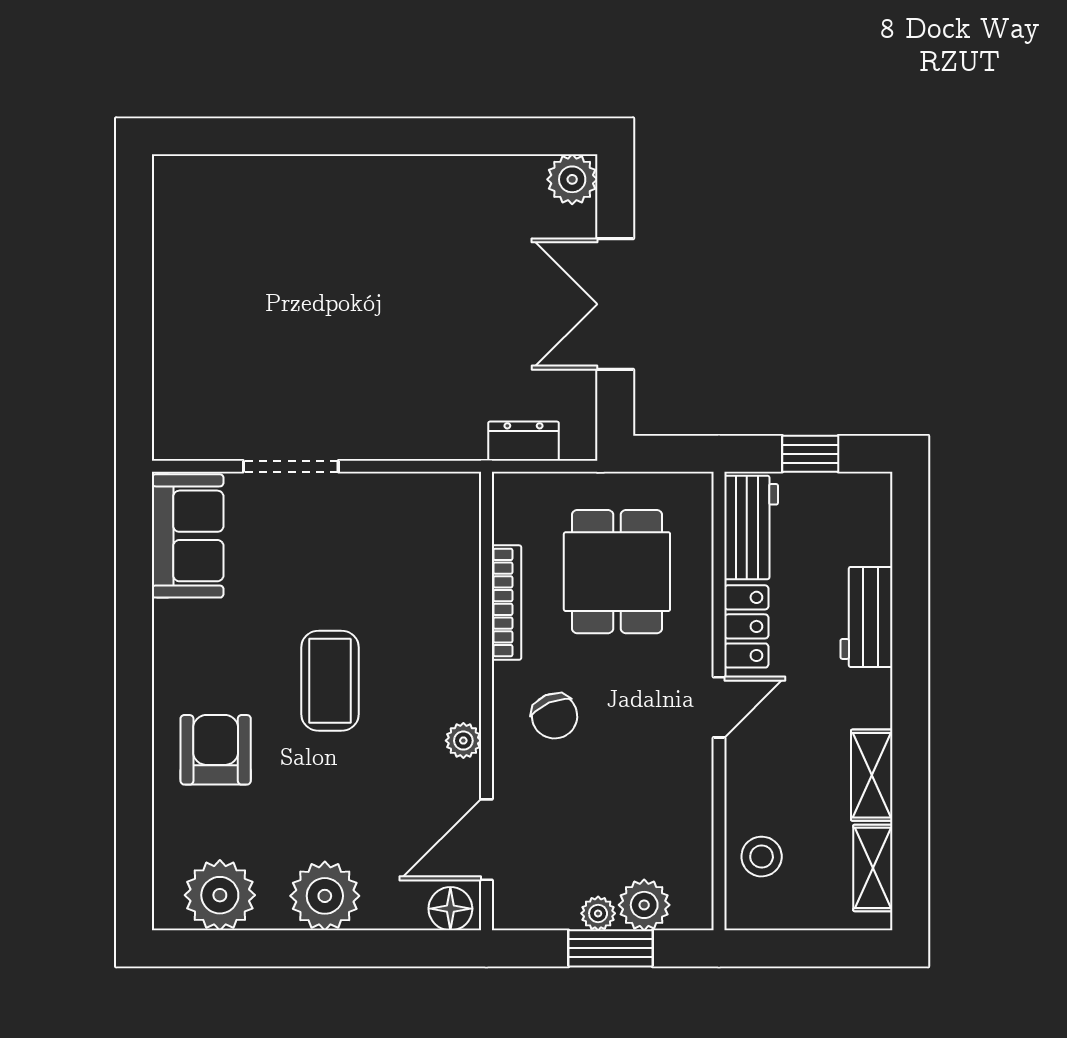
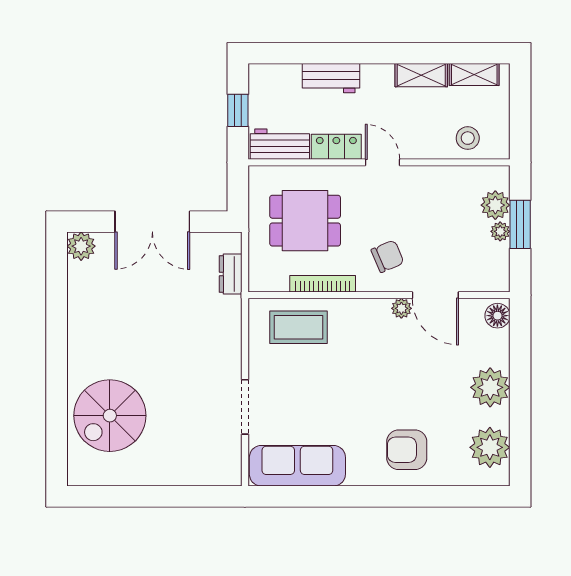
spiral stairs: (275, 230) -> (110, 416), added
sofa: (188, 536) -> (297, 466), width x1.36
coffee table: (330, 681) -> (298, 327), moved
door: (486, 840) -> (435, 295), moved

